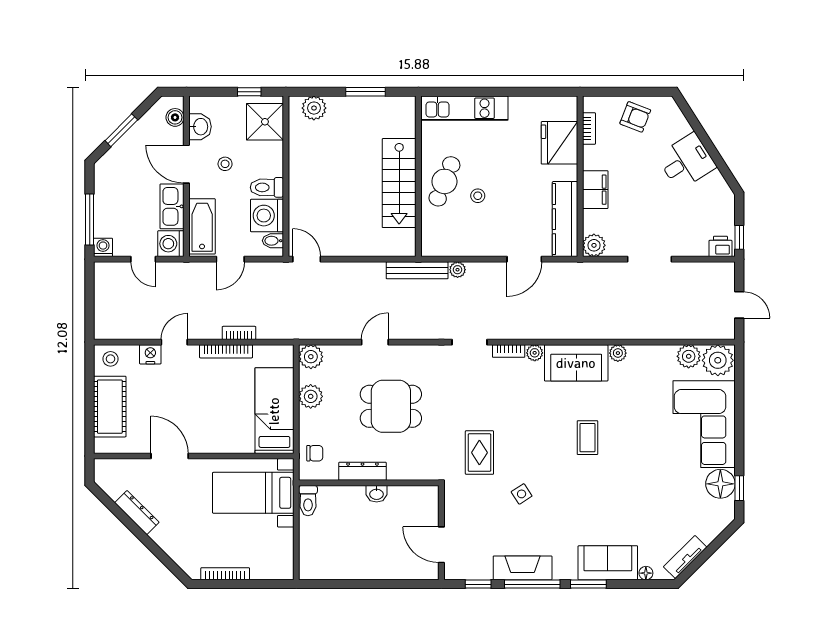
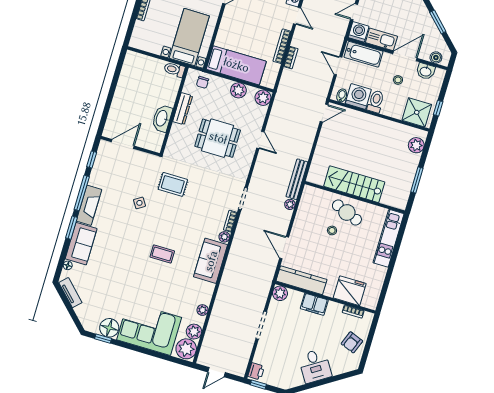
plant: (618, 353) -> (203, 310), moved
dining table: (391, 406) -> (218, 138), turned 90
washbasin: (377, 494) -> (162, 118), width x1.91, depth x1.45
fireplace: (523, 568) -> (89, 205), moved

